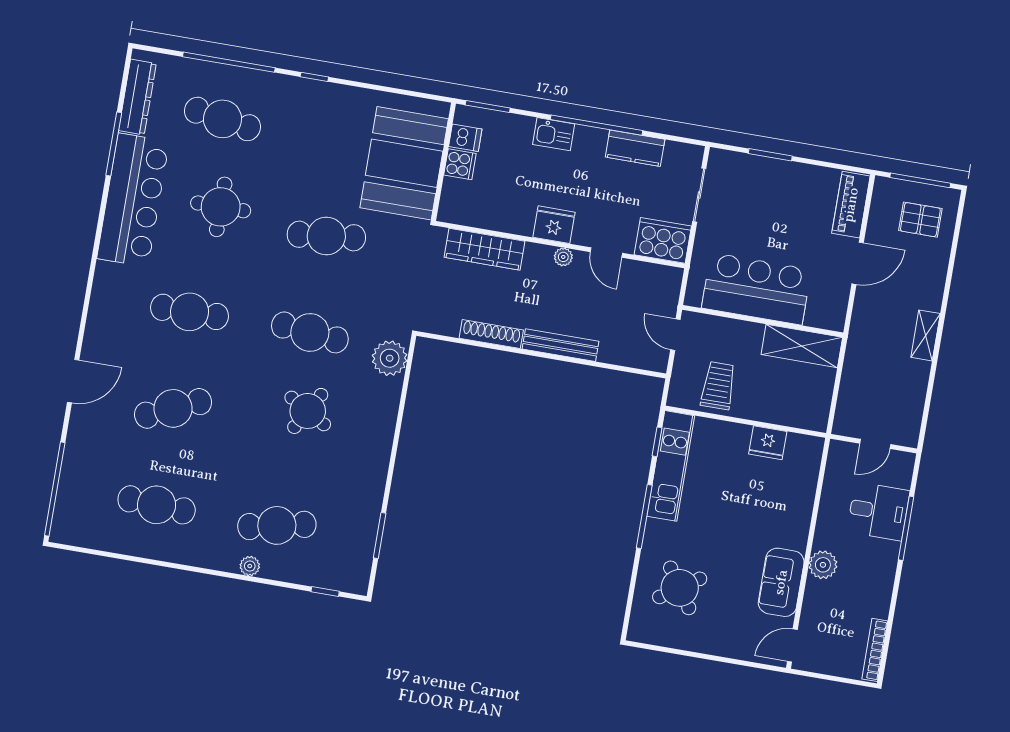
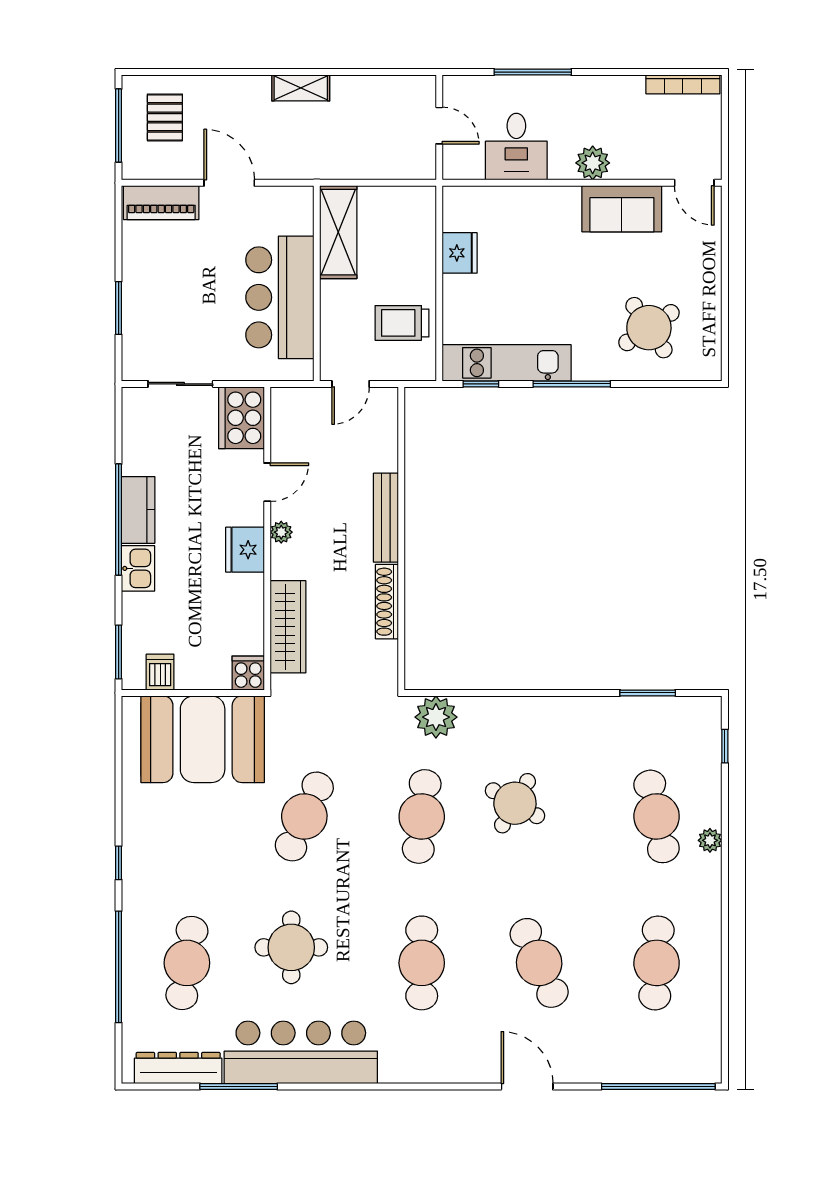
kitchen counter: (635, 148) -> (138, 510), moved
cooker: (460, 164) -> (248, 673), moved
cafe table: (326, 236) -> (304, 816), turned 30
desk: (878, 511) -> (516, 147), moved, turned 180

